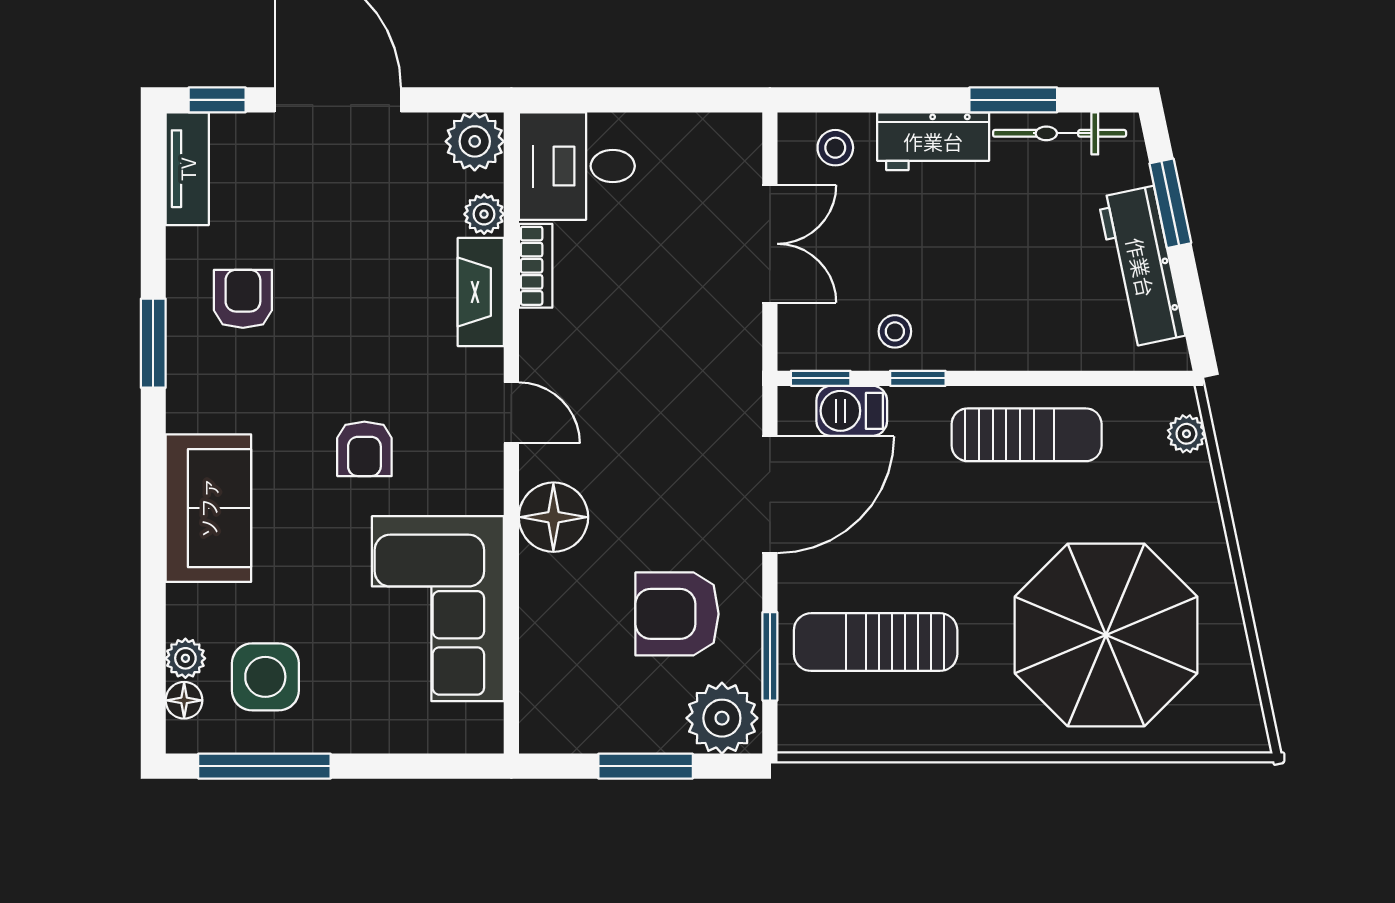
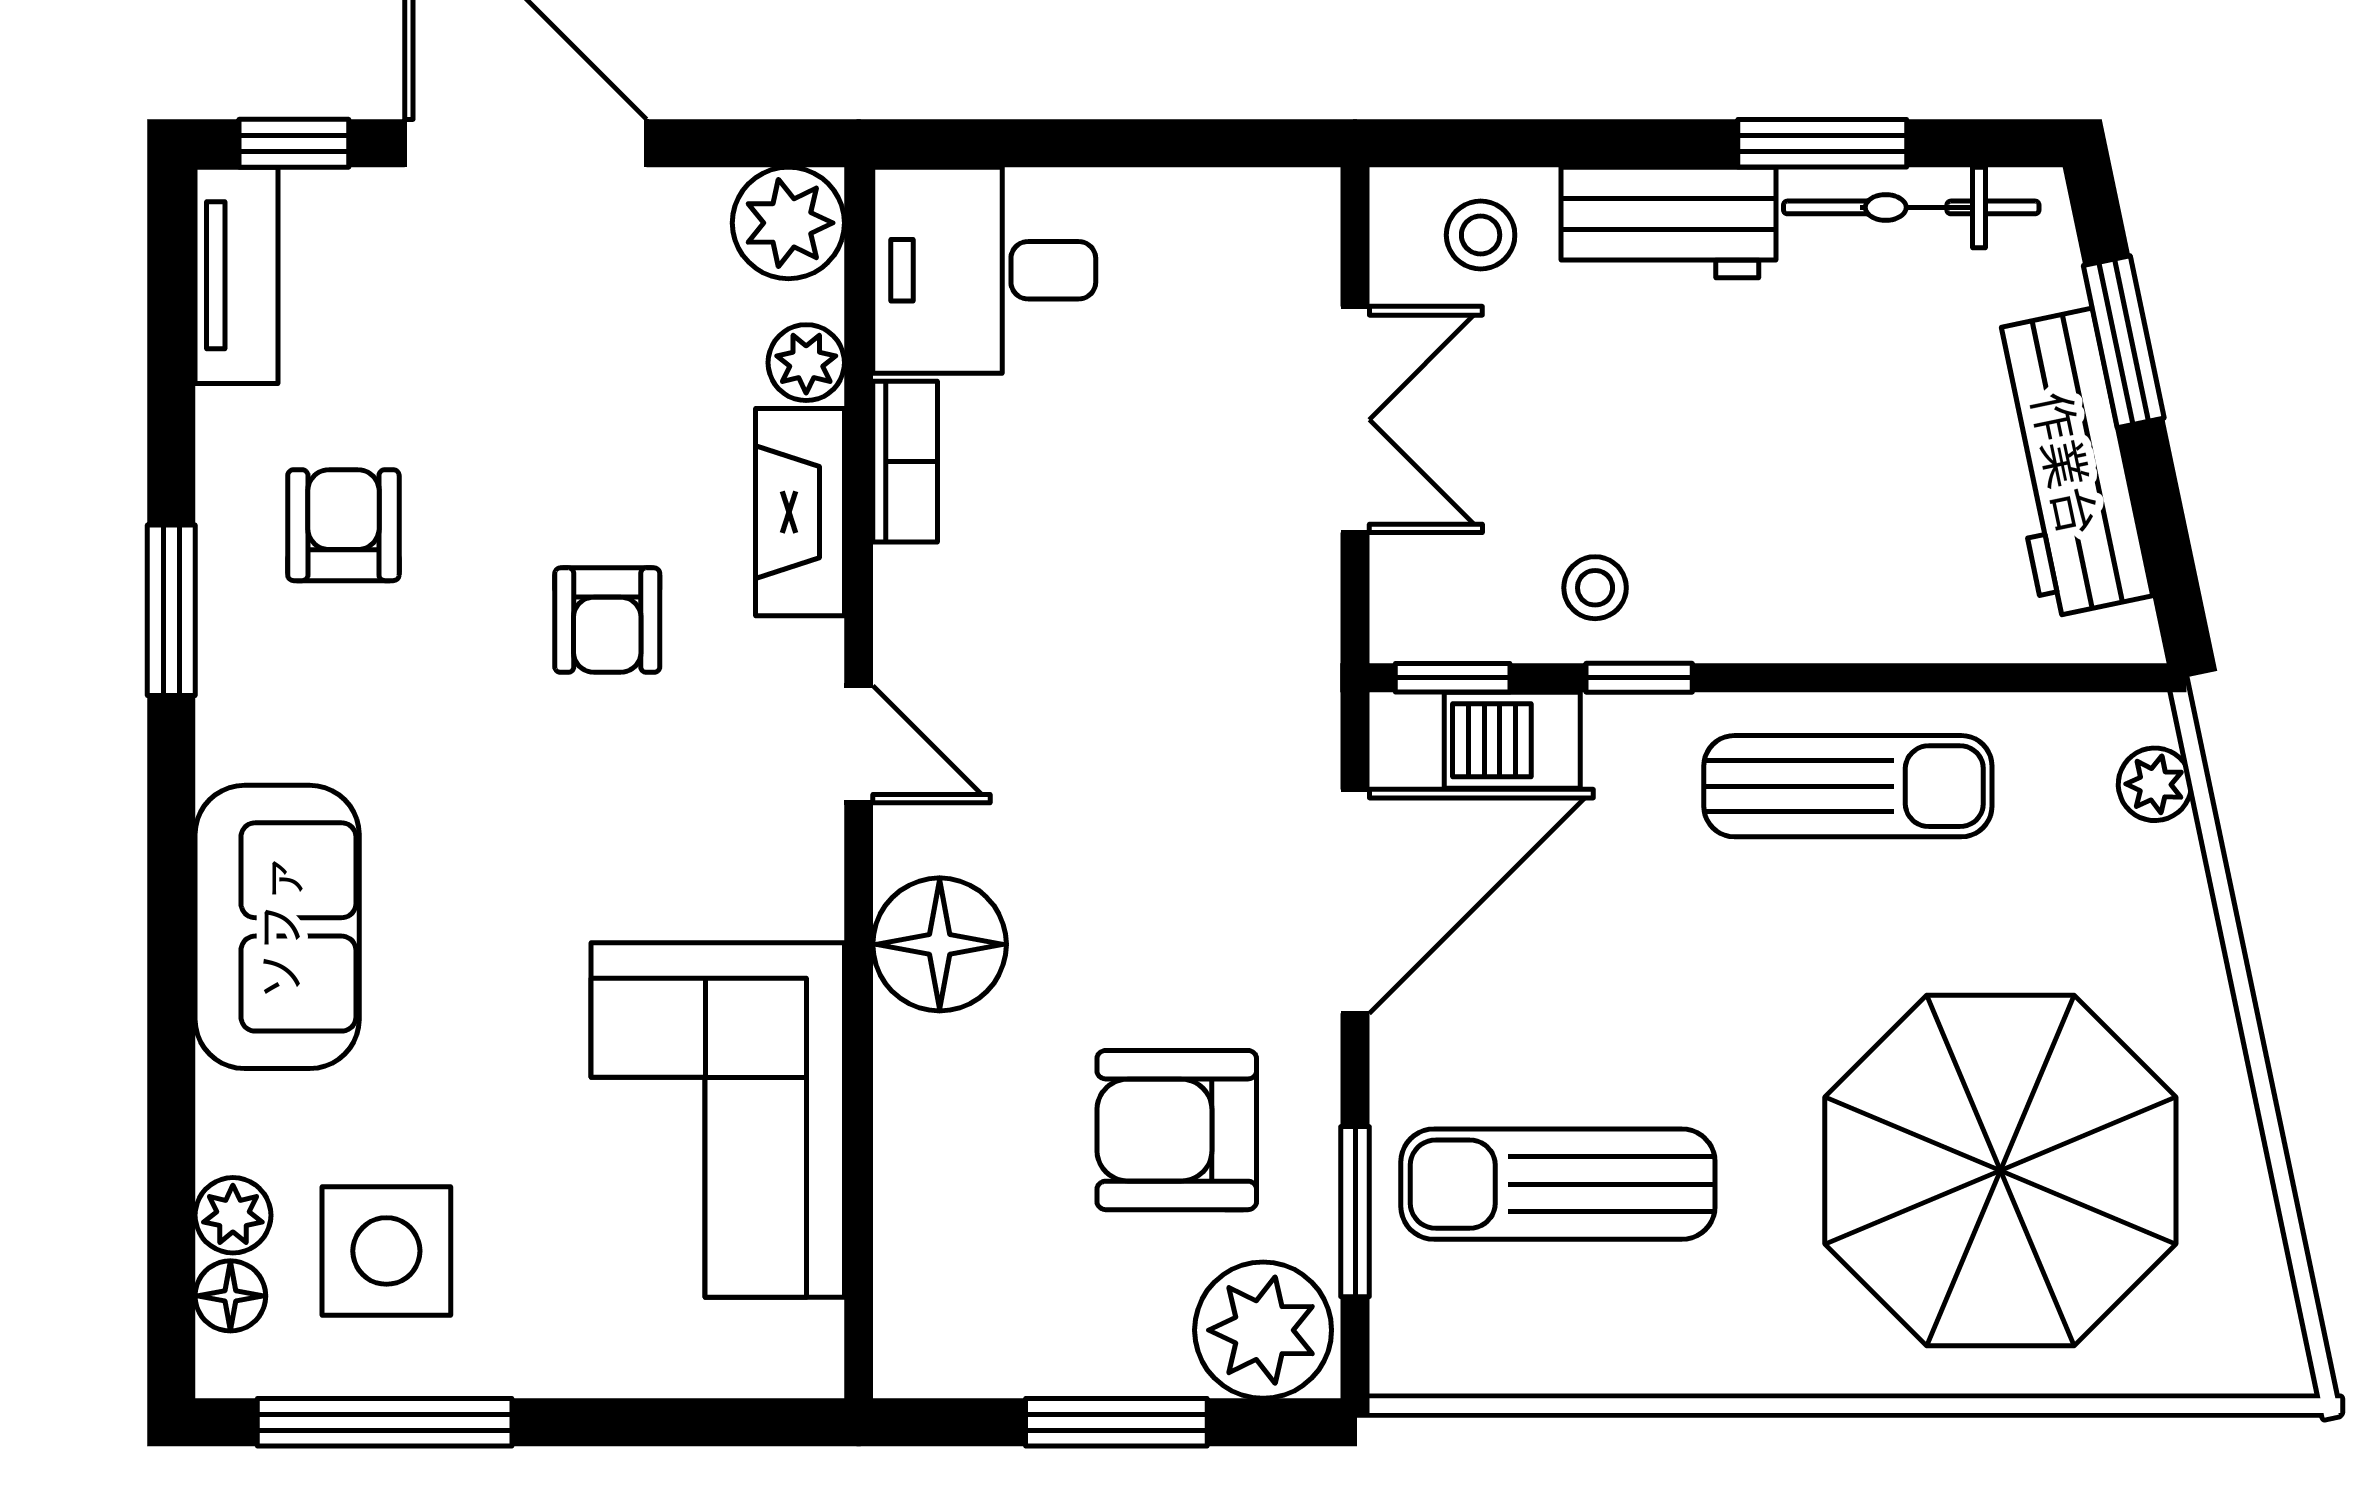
armchair: (364, 449) -> (607, 620), moved

